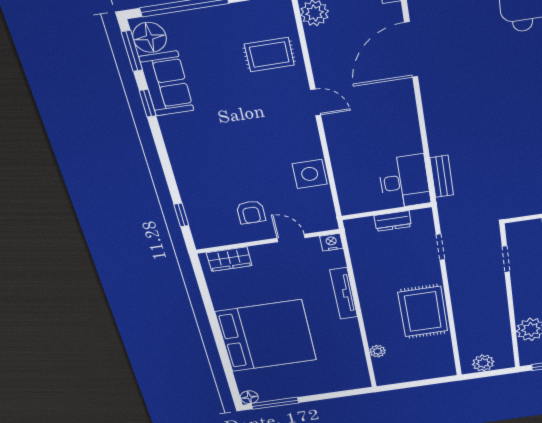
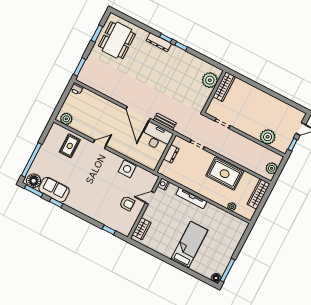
door: (411, 50) -> (138, 114), moved
bed: (266, 336) -> (189, 245), width x0.49
wardrobe: (428, 371) -> (258, 194), added

